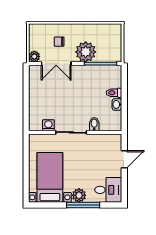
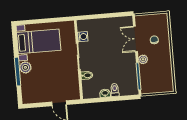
plant: (86, 52) -> (143, 59), width x0.53, depth x0.53
plant: (34, 56) -> (140, 20), removed
desk: (108, 190) -> (32, 92), removed

